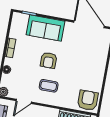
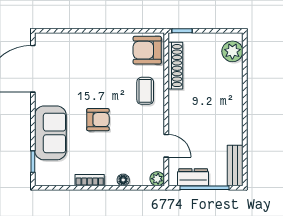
coffee table: (49, 86) -> (145, 91), moved

